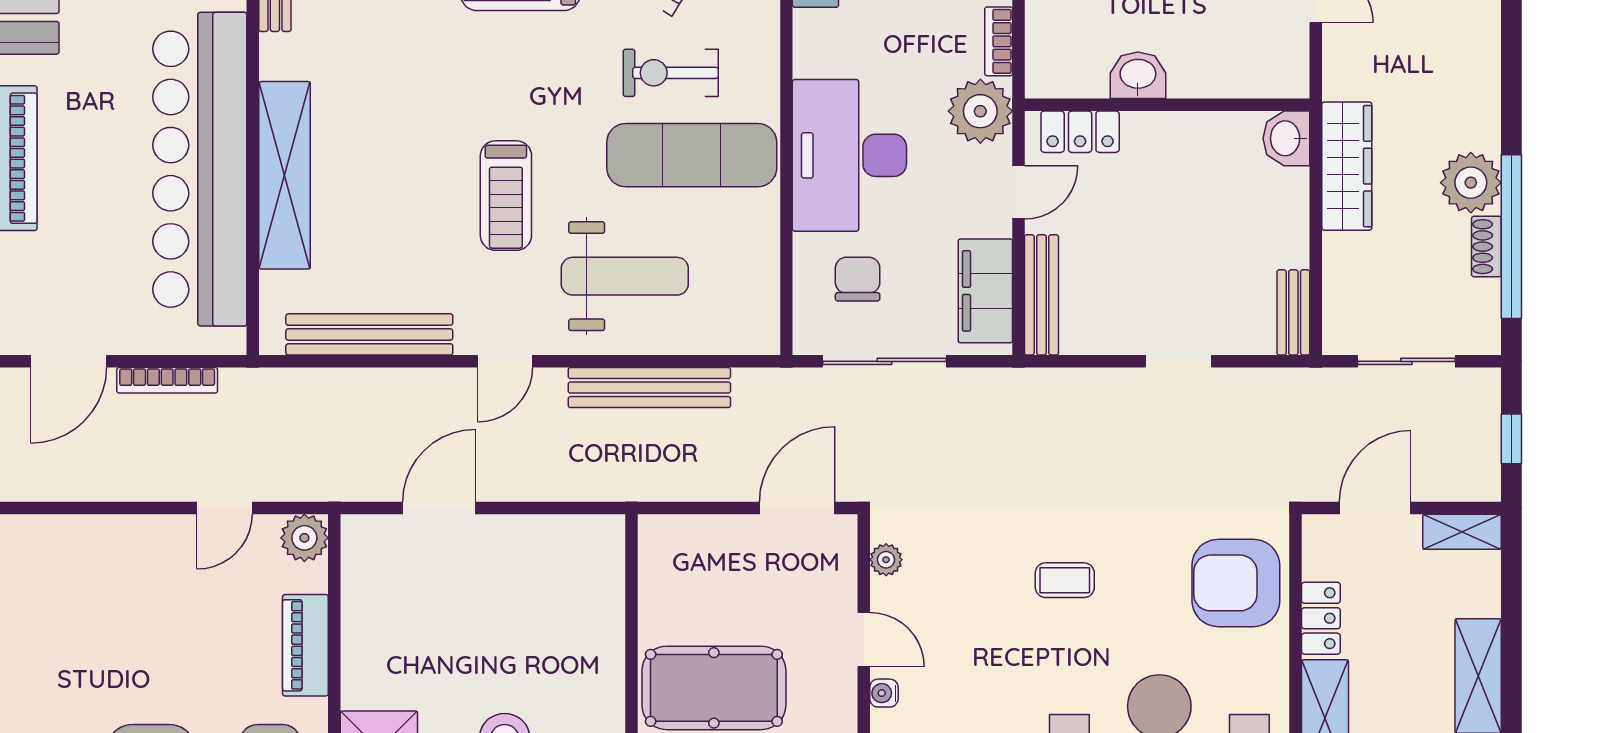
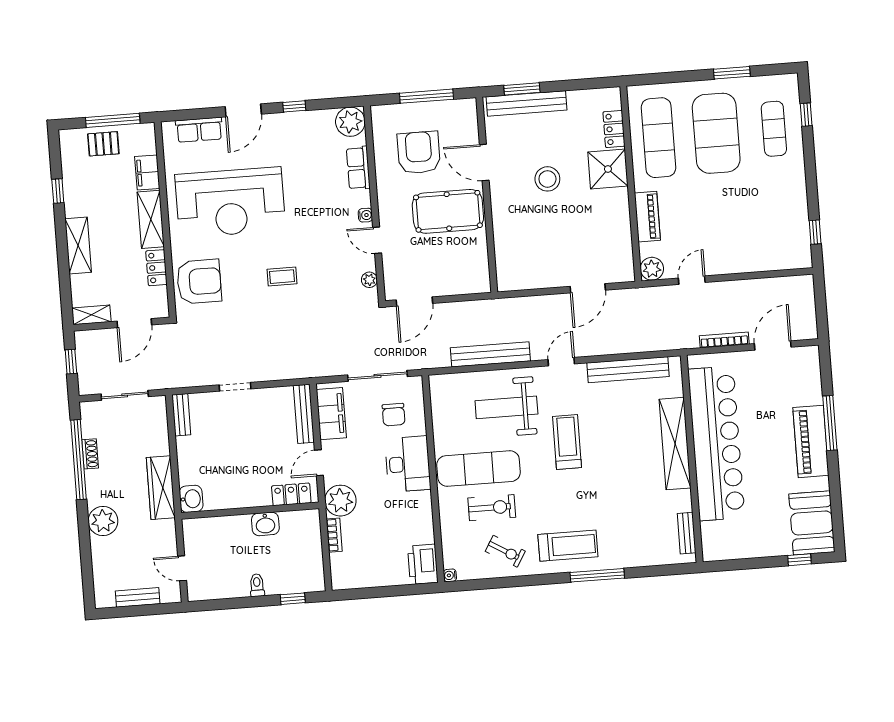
desk: (849, 155) -> (408, 464), width x0.73, depth x0.77
plant: (1471, 183) -> (103, 521), moved

